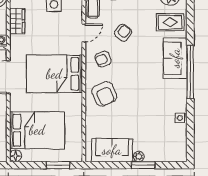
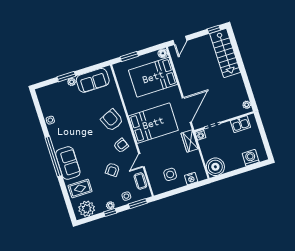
wardrobe: (17, 21) -> (190, 141), moved

